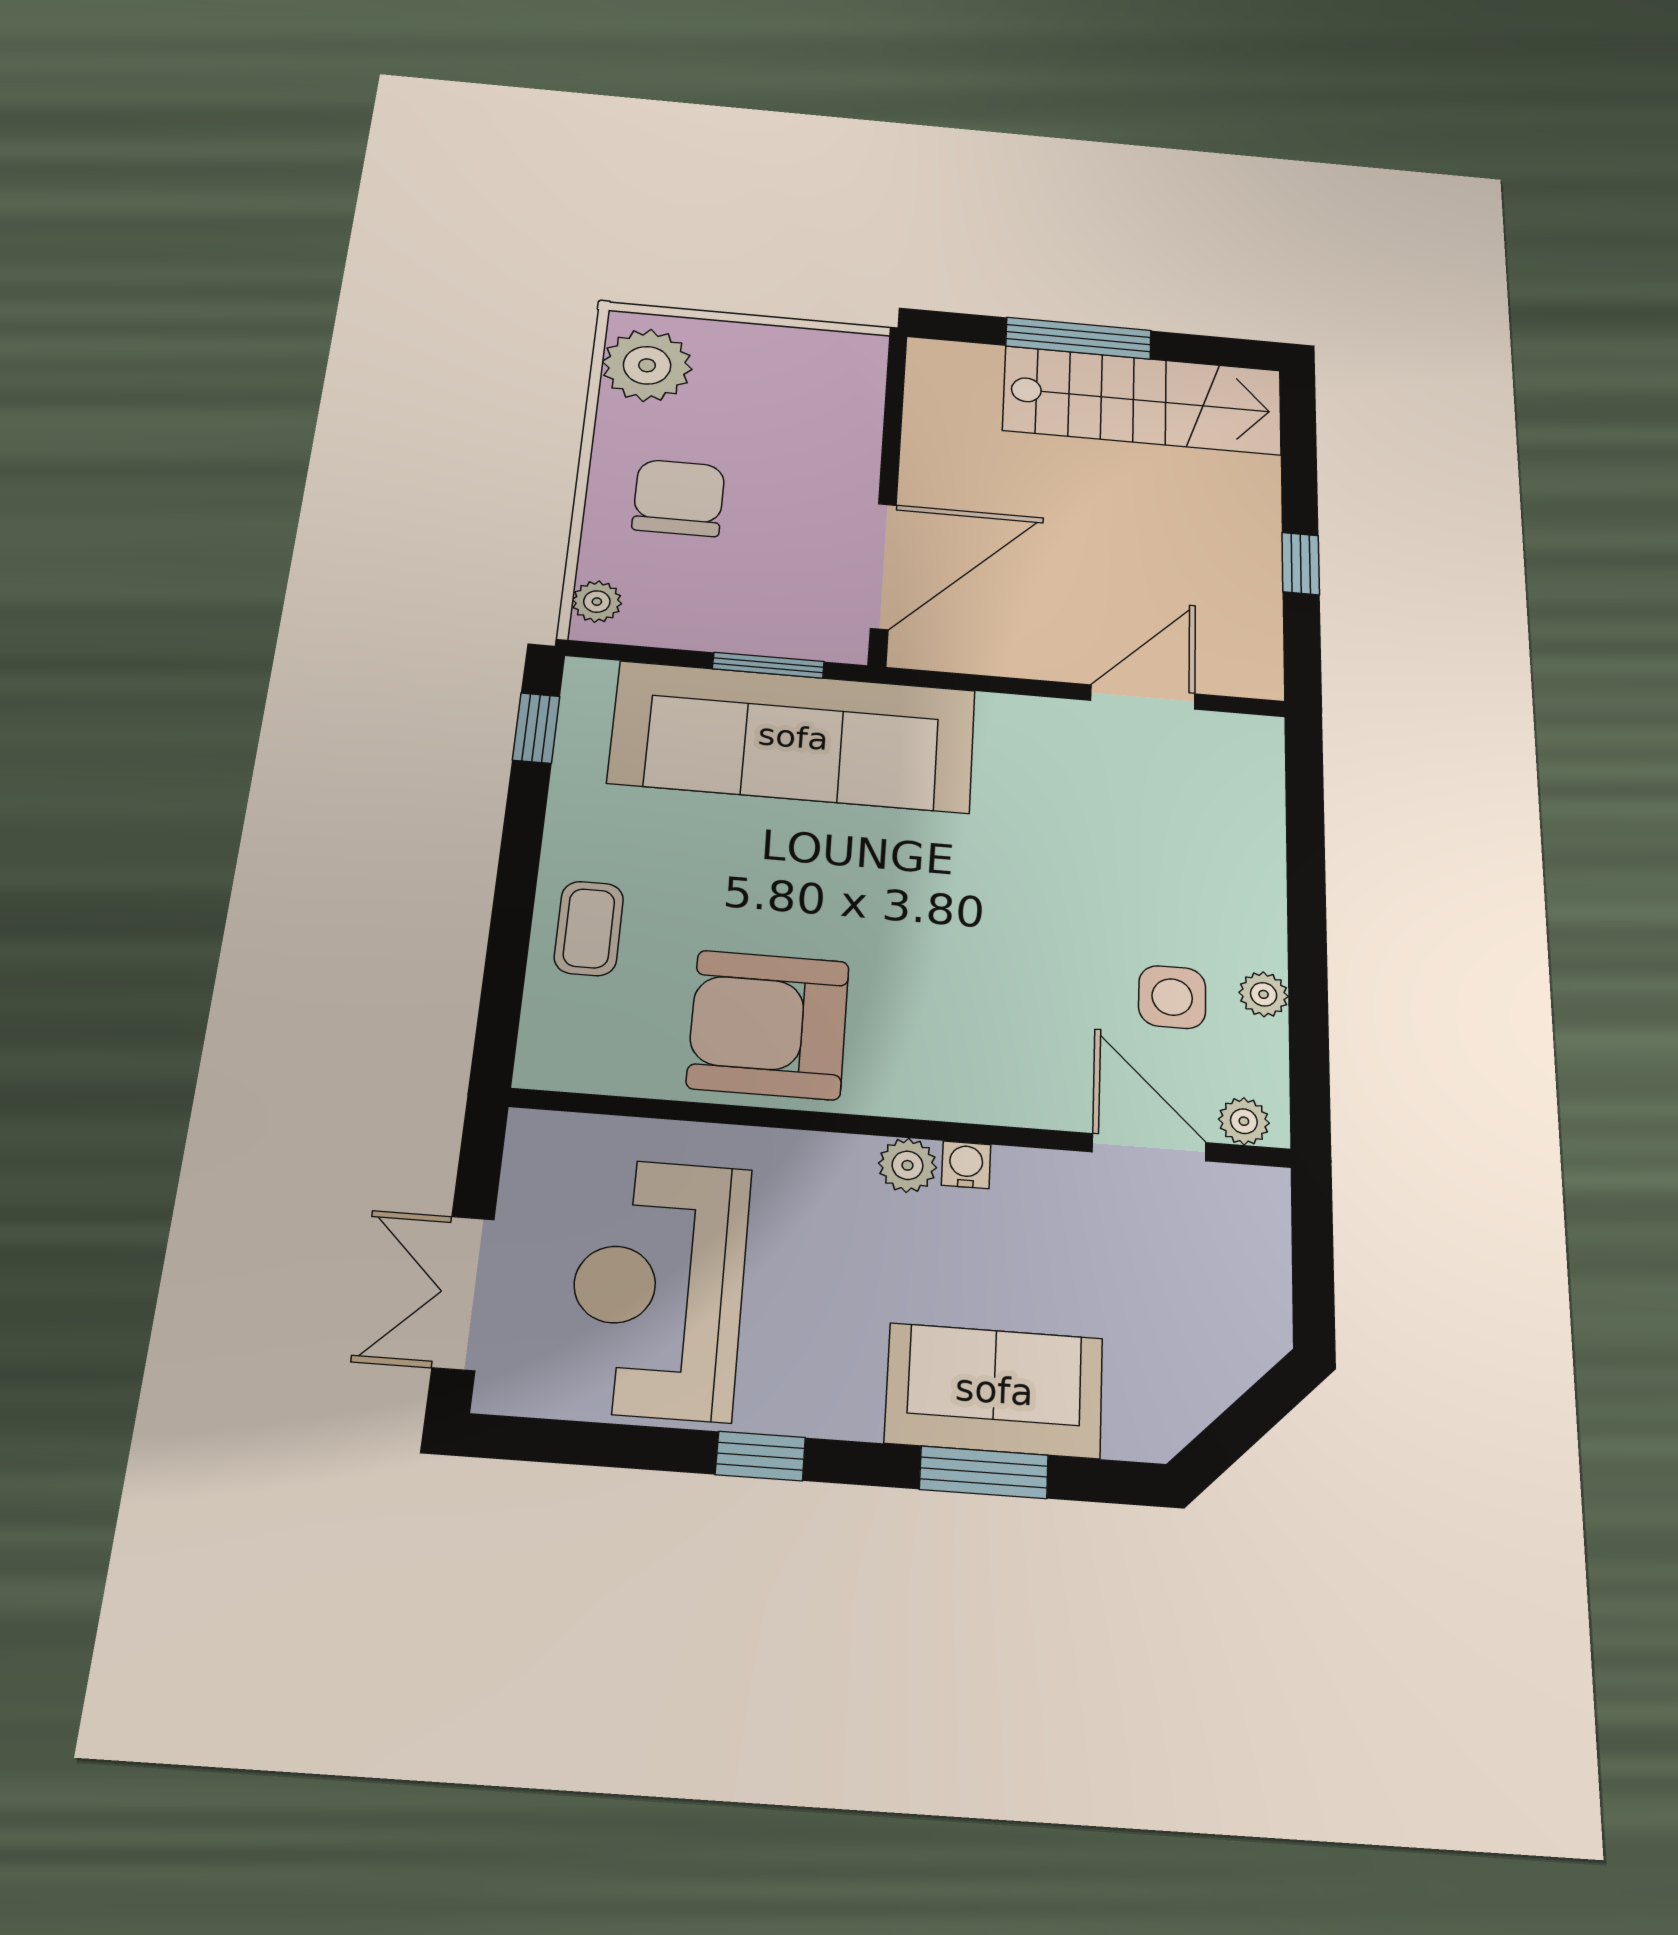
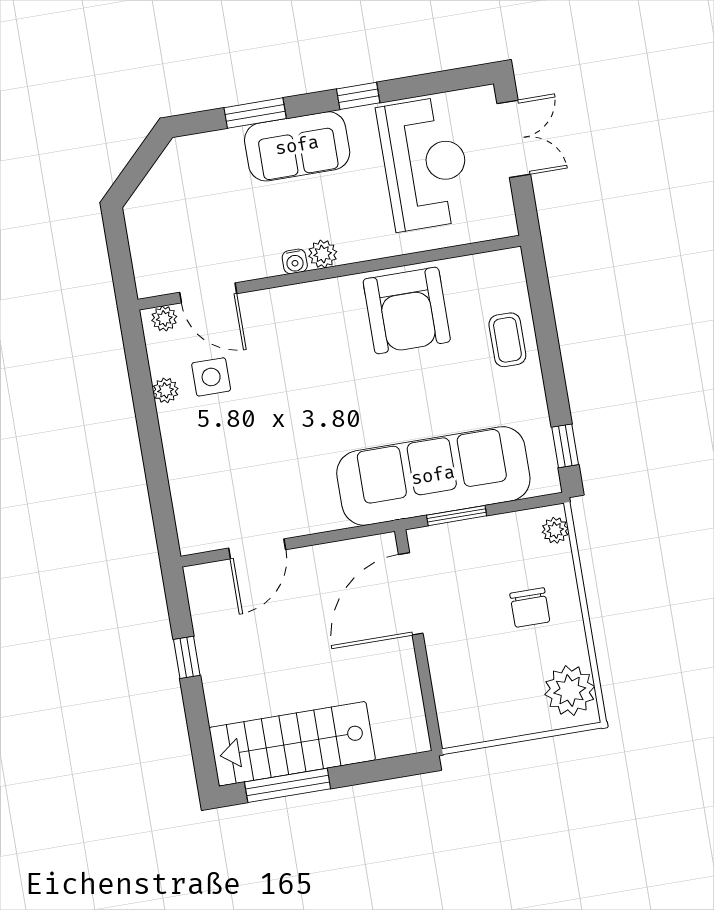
window: (1078, 338) -> (288, 785), moved
chair: (679, 498) -> (530, 608), width x0.73, depth x0.73
armchair: (768, 1025) -> (407, 311), turned 90
sofa: (994, 1390) -> (297, 146), moved

